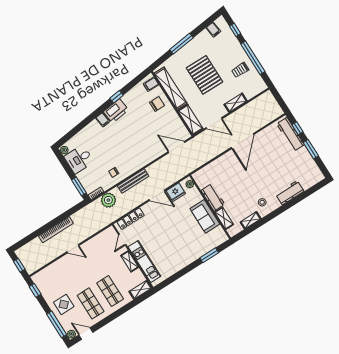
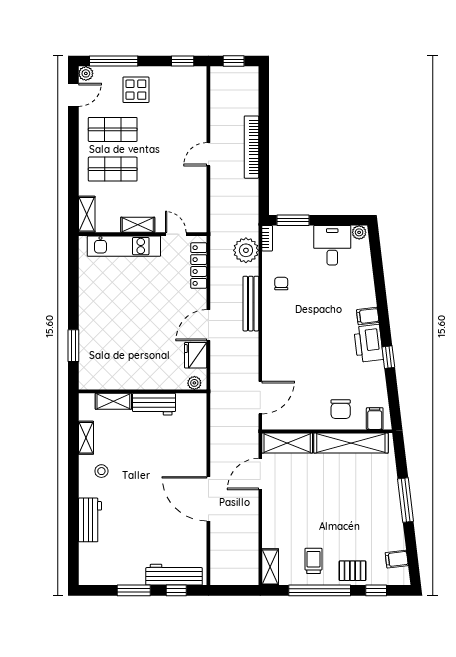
pallet: (204, 75) -> (352, 571), moved, width x0.49, depth x0.50
shelving: (236, 103) -> (270, 567), moved
sofa: (205, 216) -> (134, 375), removed

